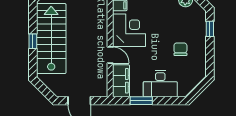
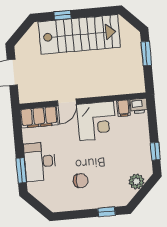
window: (33, 41) -> (63, 15), moved
window: (141, 101) -> (21, 170), moved

